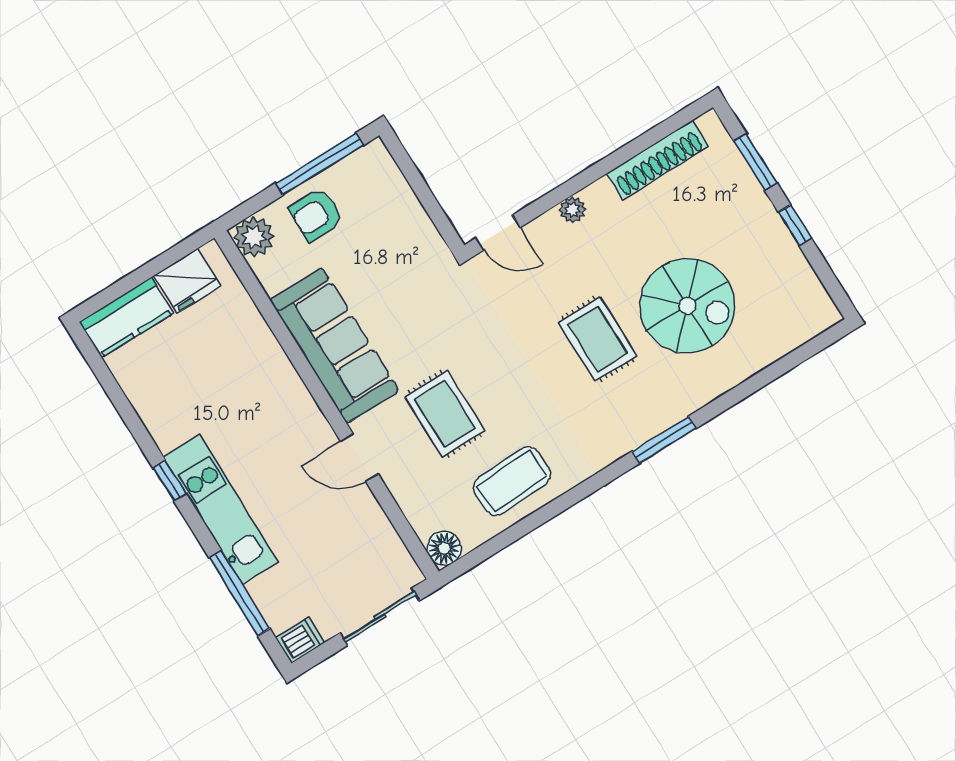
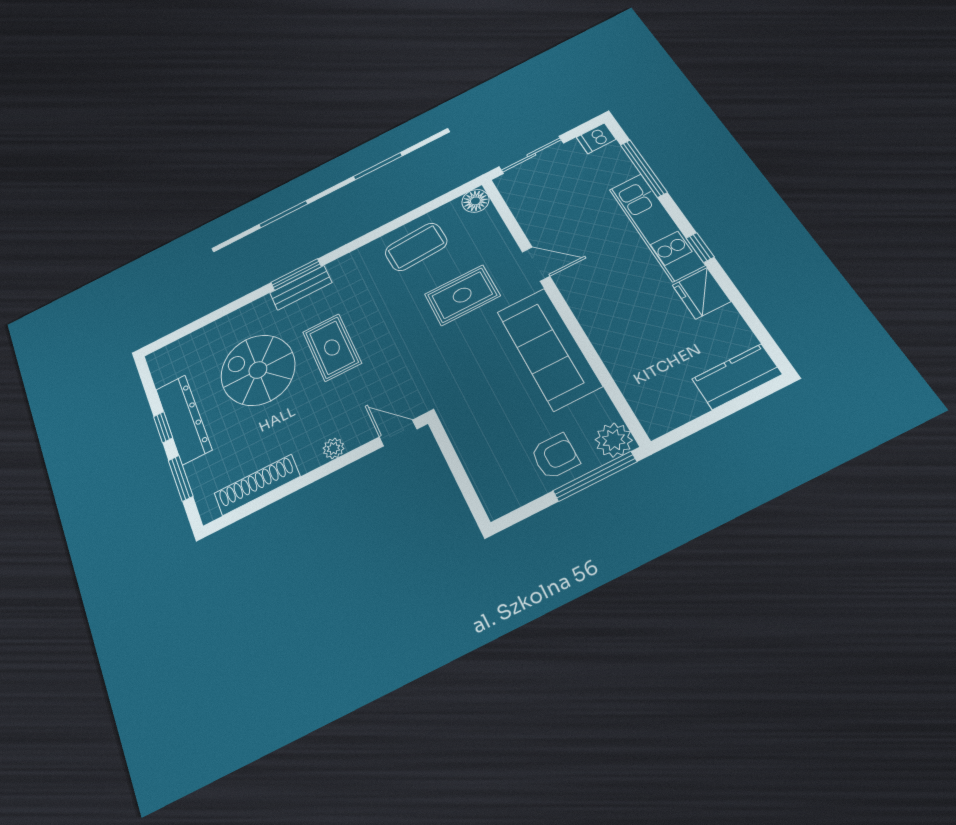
window: (319, 164) -> (595, 476), moved
dresser: (770, 237) -> (184, 419), added
fridge: (187, 281) -> (701, 293), moved, turned -90
rug: (445, 414) -> (462, 295), turned 90
bench: (654, 421) -> (301, 288), added

